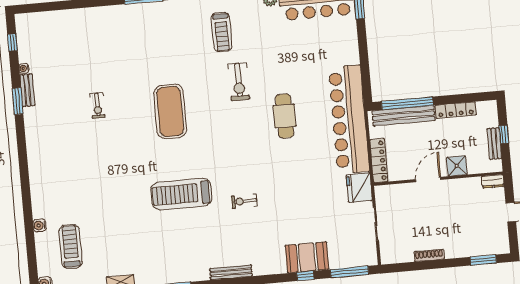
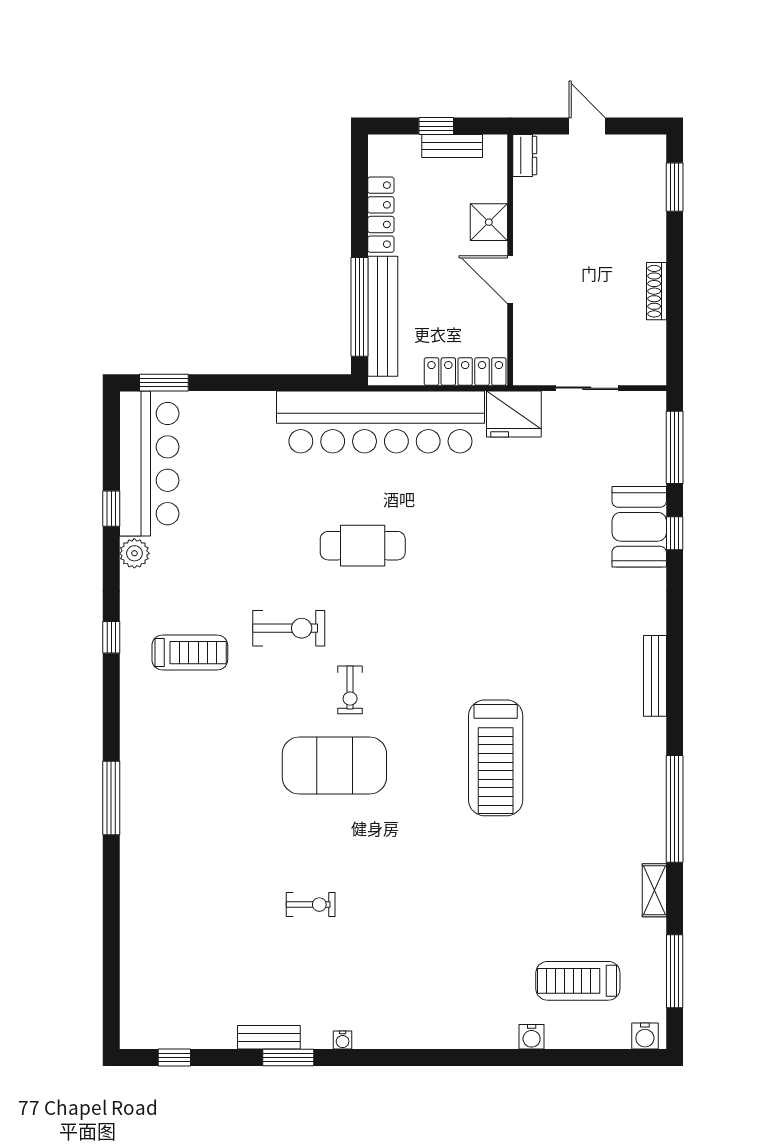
water cooler: (24, 68) -> (343, 1040), moved
exercise bike: (244, 201) -> (350, 690), moved

